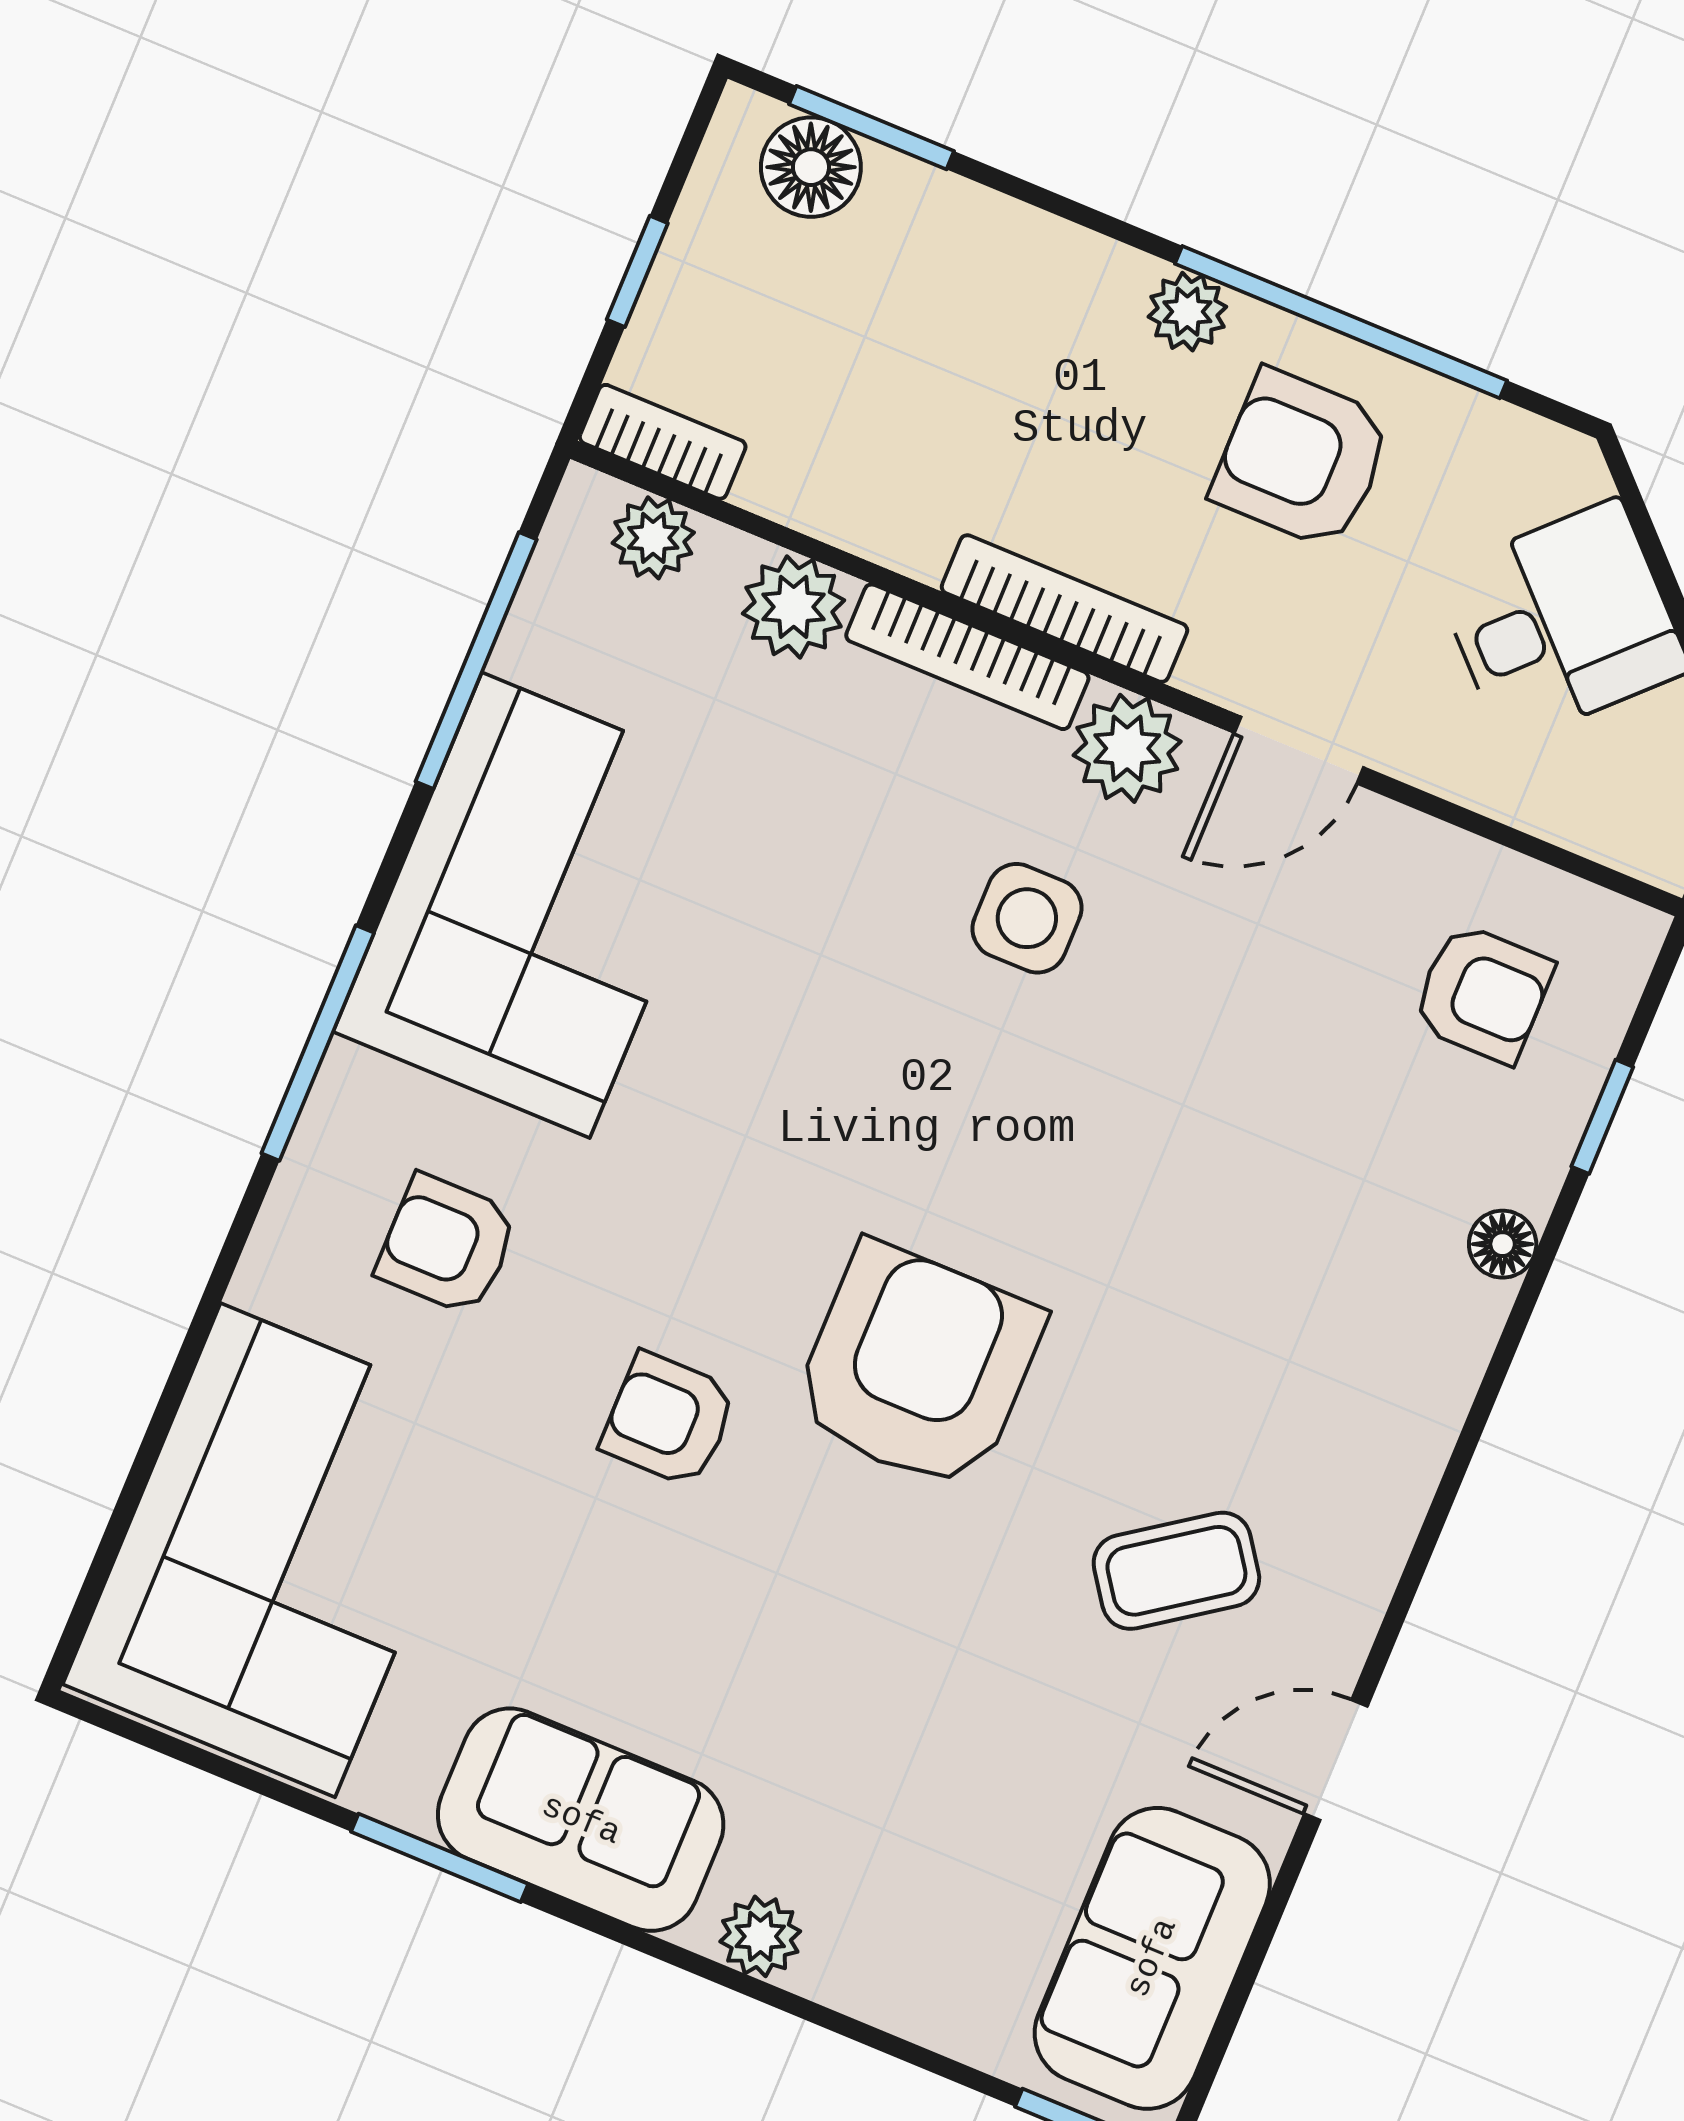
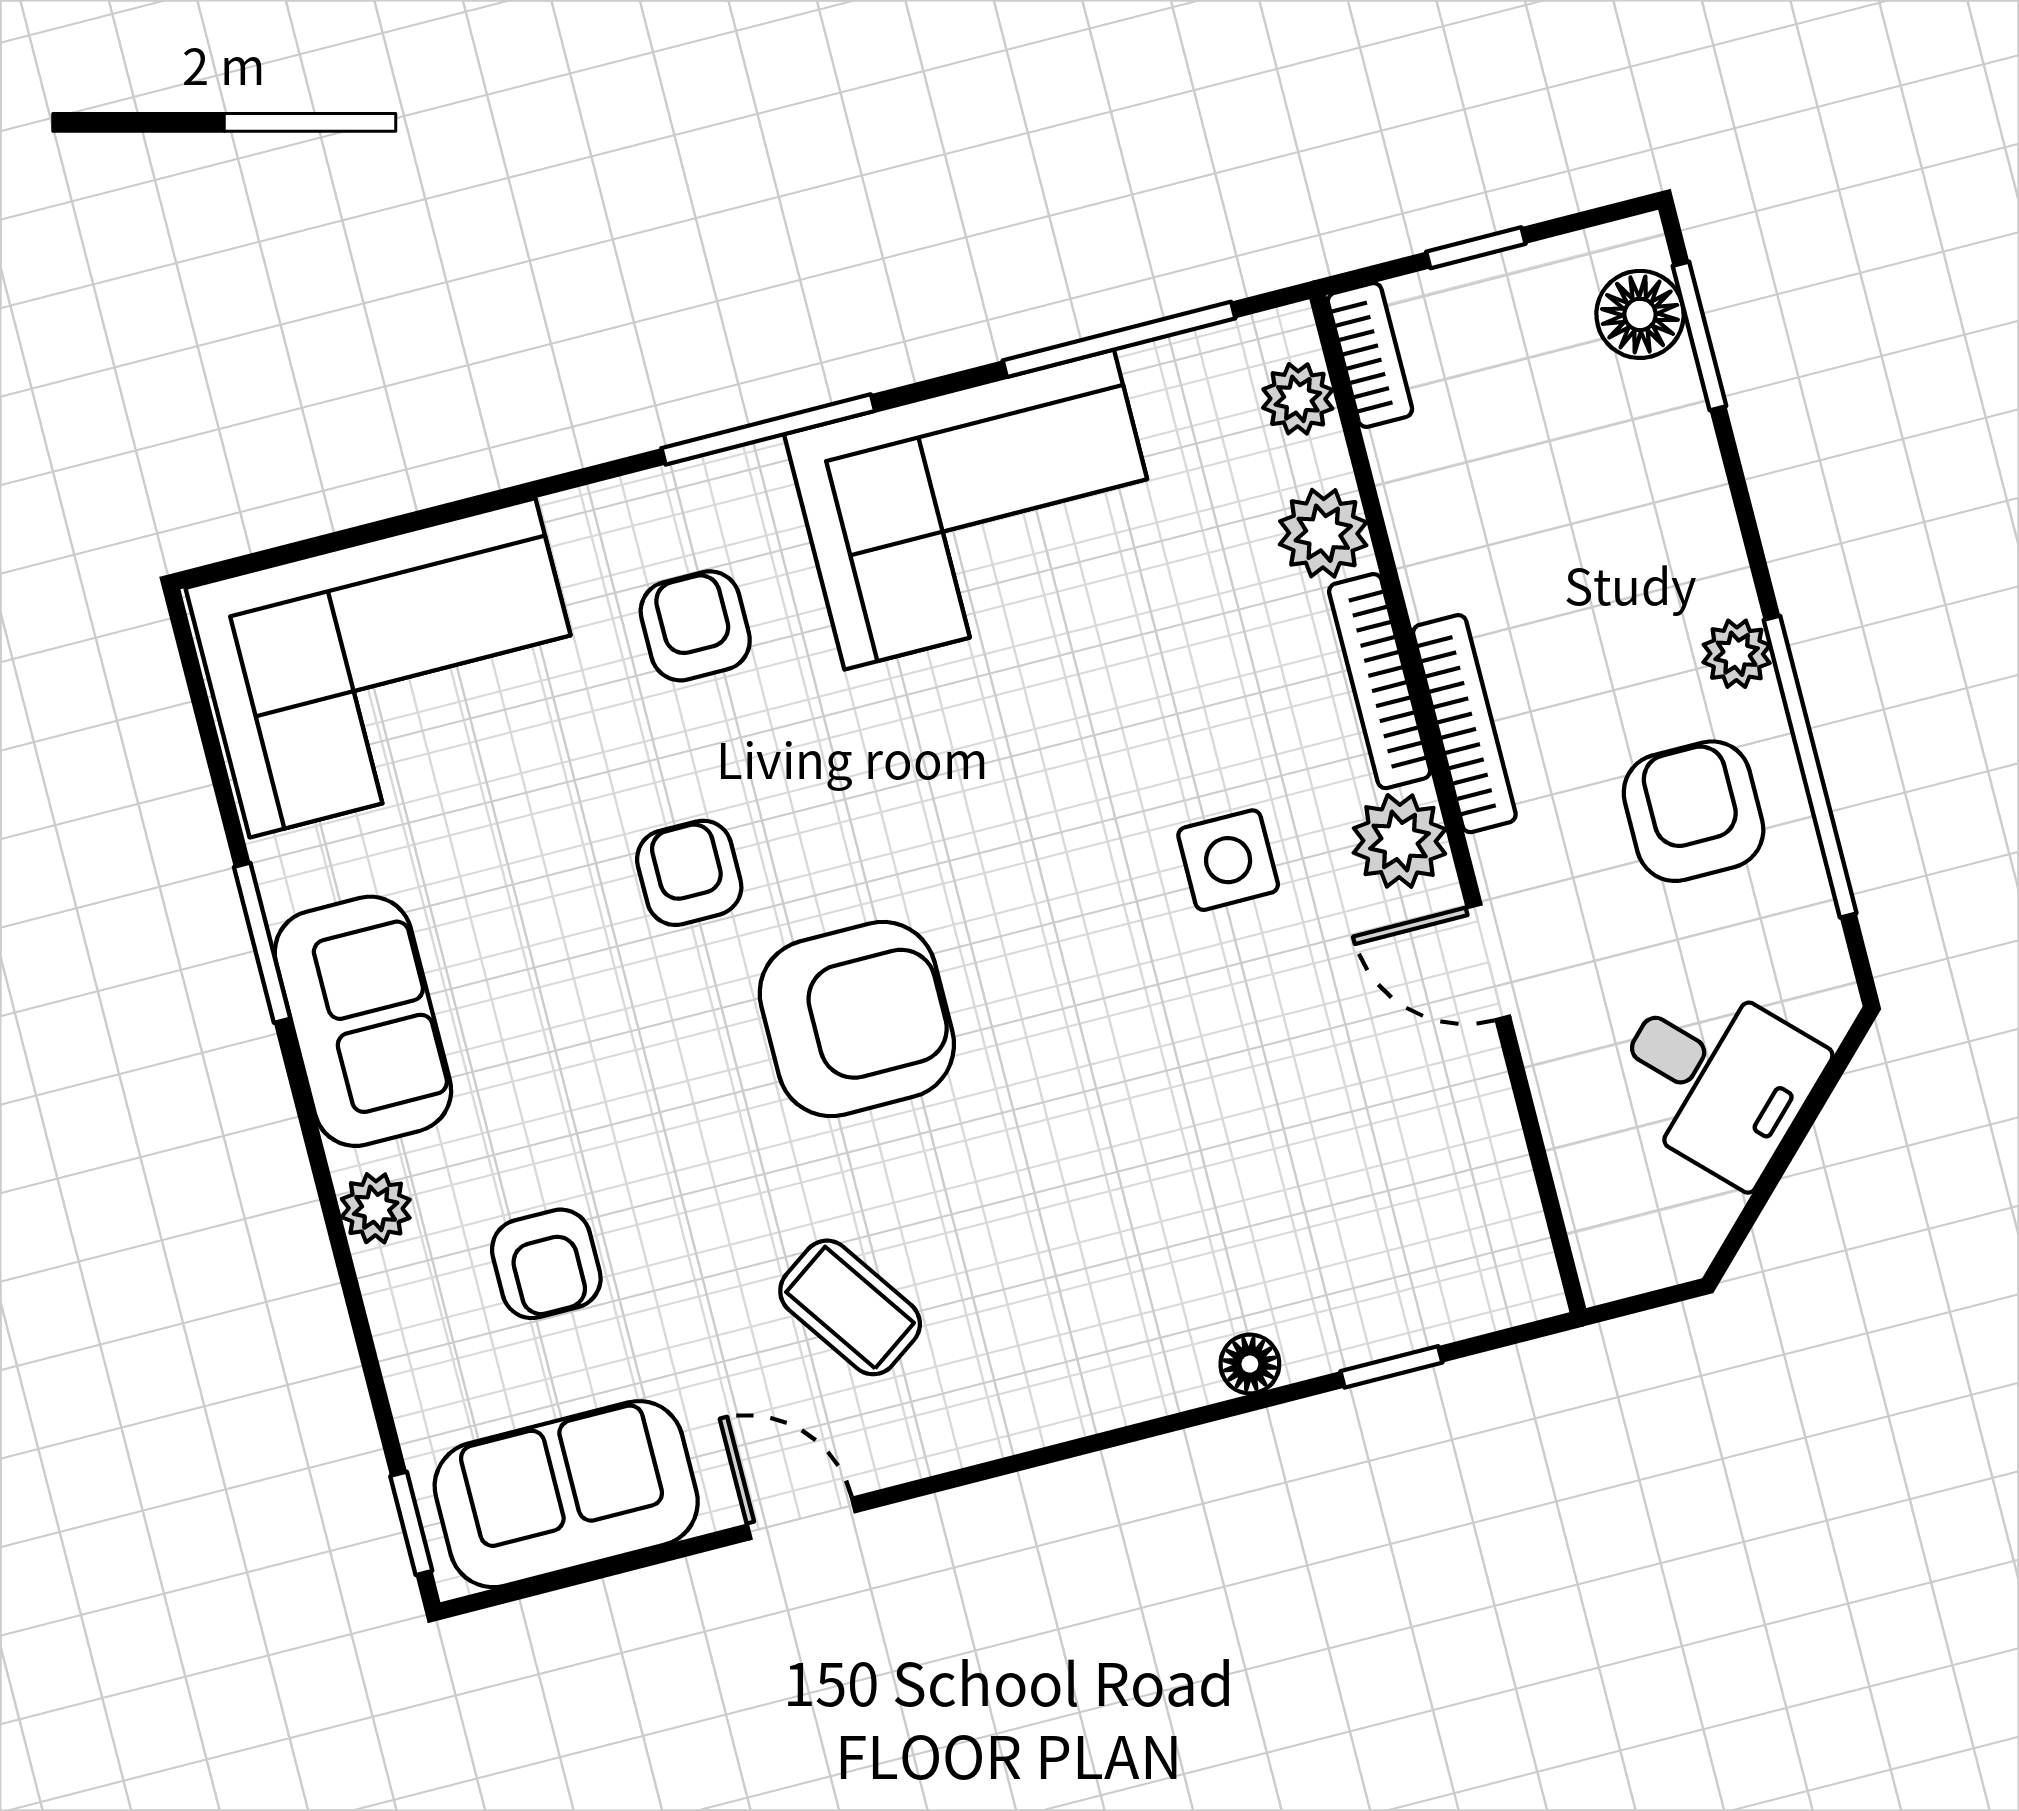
armchair: (1483, 993) -> (546, 1264), moved

